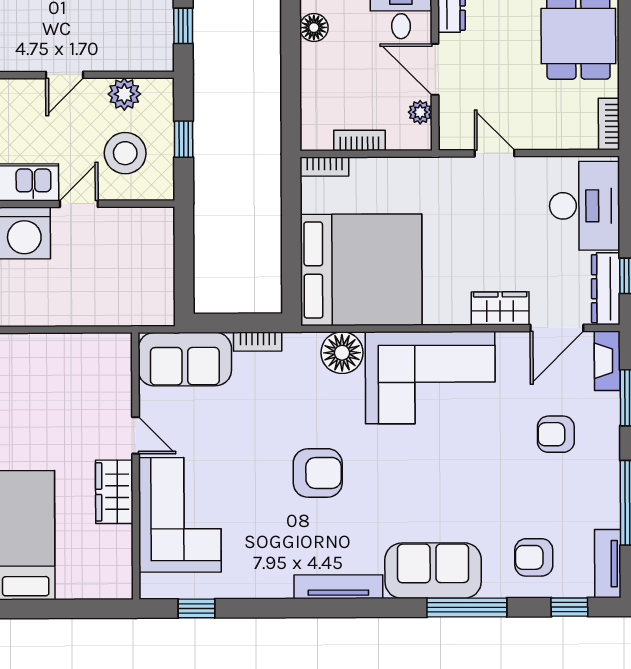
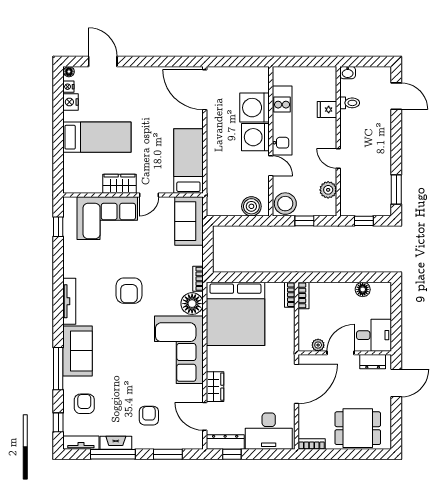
bookcase: (360, 140) -> (303, 295), moved
stool: (125, 153) -> (285, 204), moved
door: (495, 153) -> (296, 384), width x1.87
boiler: (156, 240) -> (251, 206), added
bookcase: (258, 342) -> (198, 279), moved
bed: (70, 360) -> (188, 161), added
fireplace: (607, 361) -> (116, 443), moved

